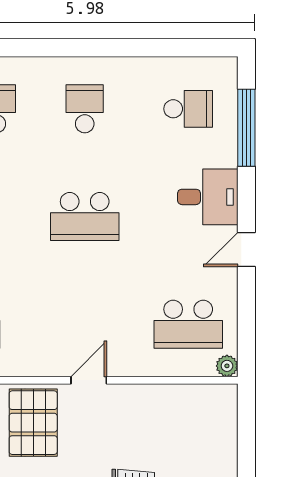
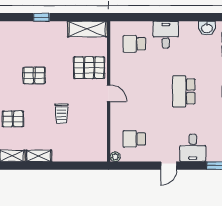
door: (246, 249) -> (169, 166), swing flipped
school desk: (188, 324) -> (134, 139), width x0.54

